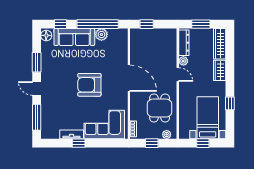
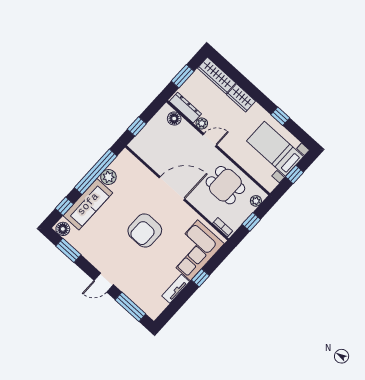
floor lamp: (171, 42) -> (174, 119), added
window: (37, 62) -> (68, 250), moved
window: (79, 143) -> (200, 278), moved

